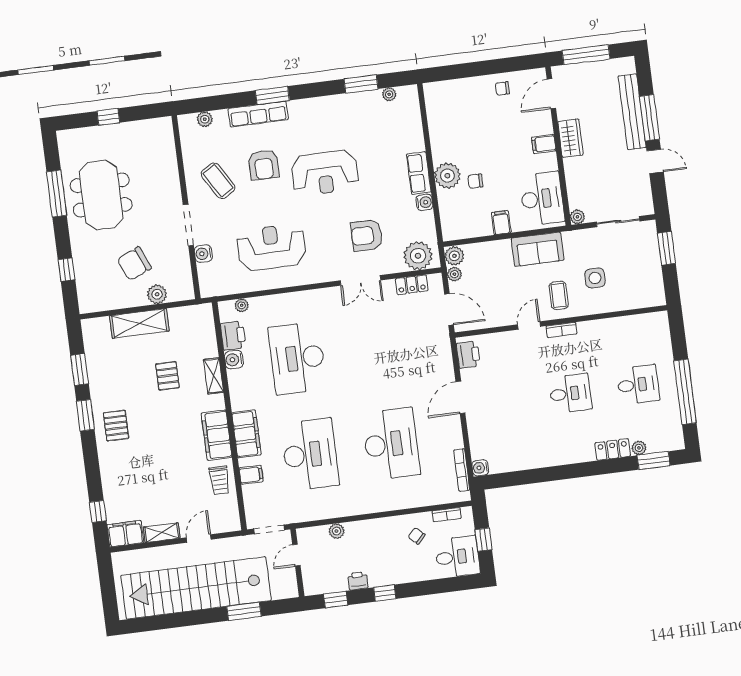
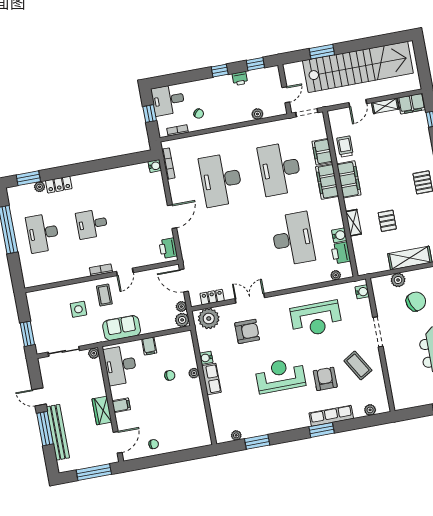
plant: (447, 176) -> (194, 373), width x0.53, depth x0.53
water cooler: (203, 254) -> (362, 292), moved
desk: (638, 385) -> (43, 233), width x1.37
filing cabinet: (251, 475) -> (322, 152), width x2.00

